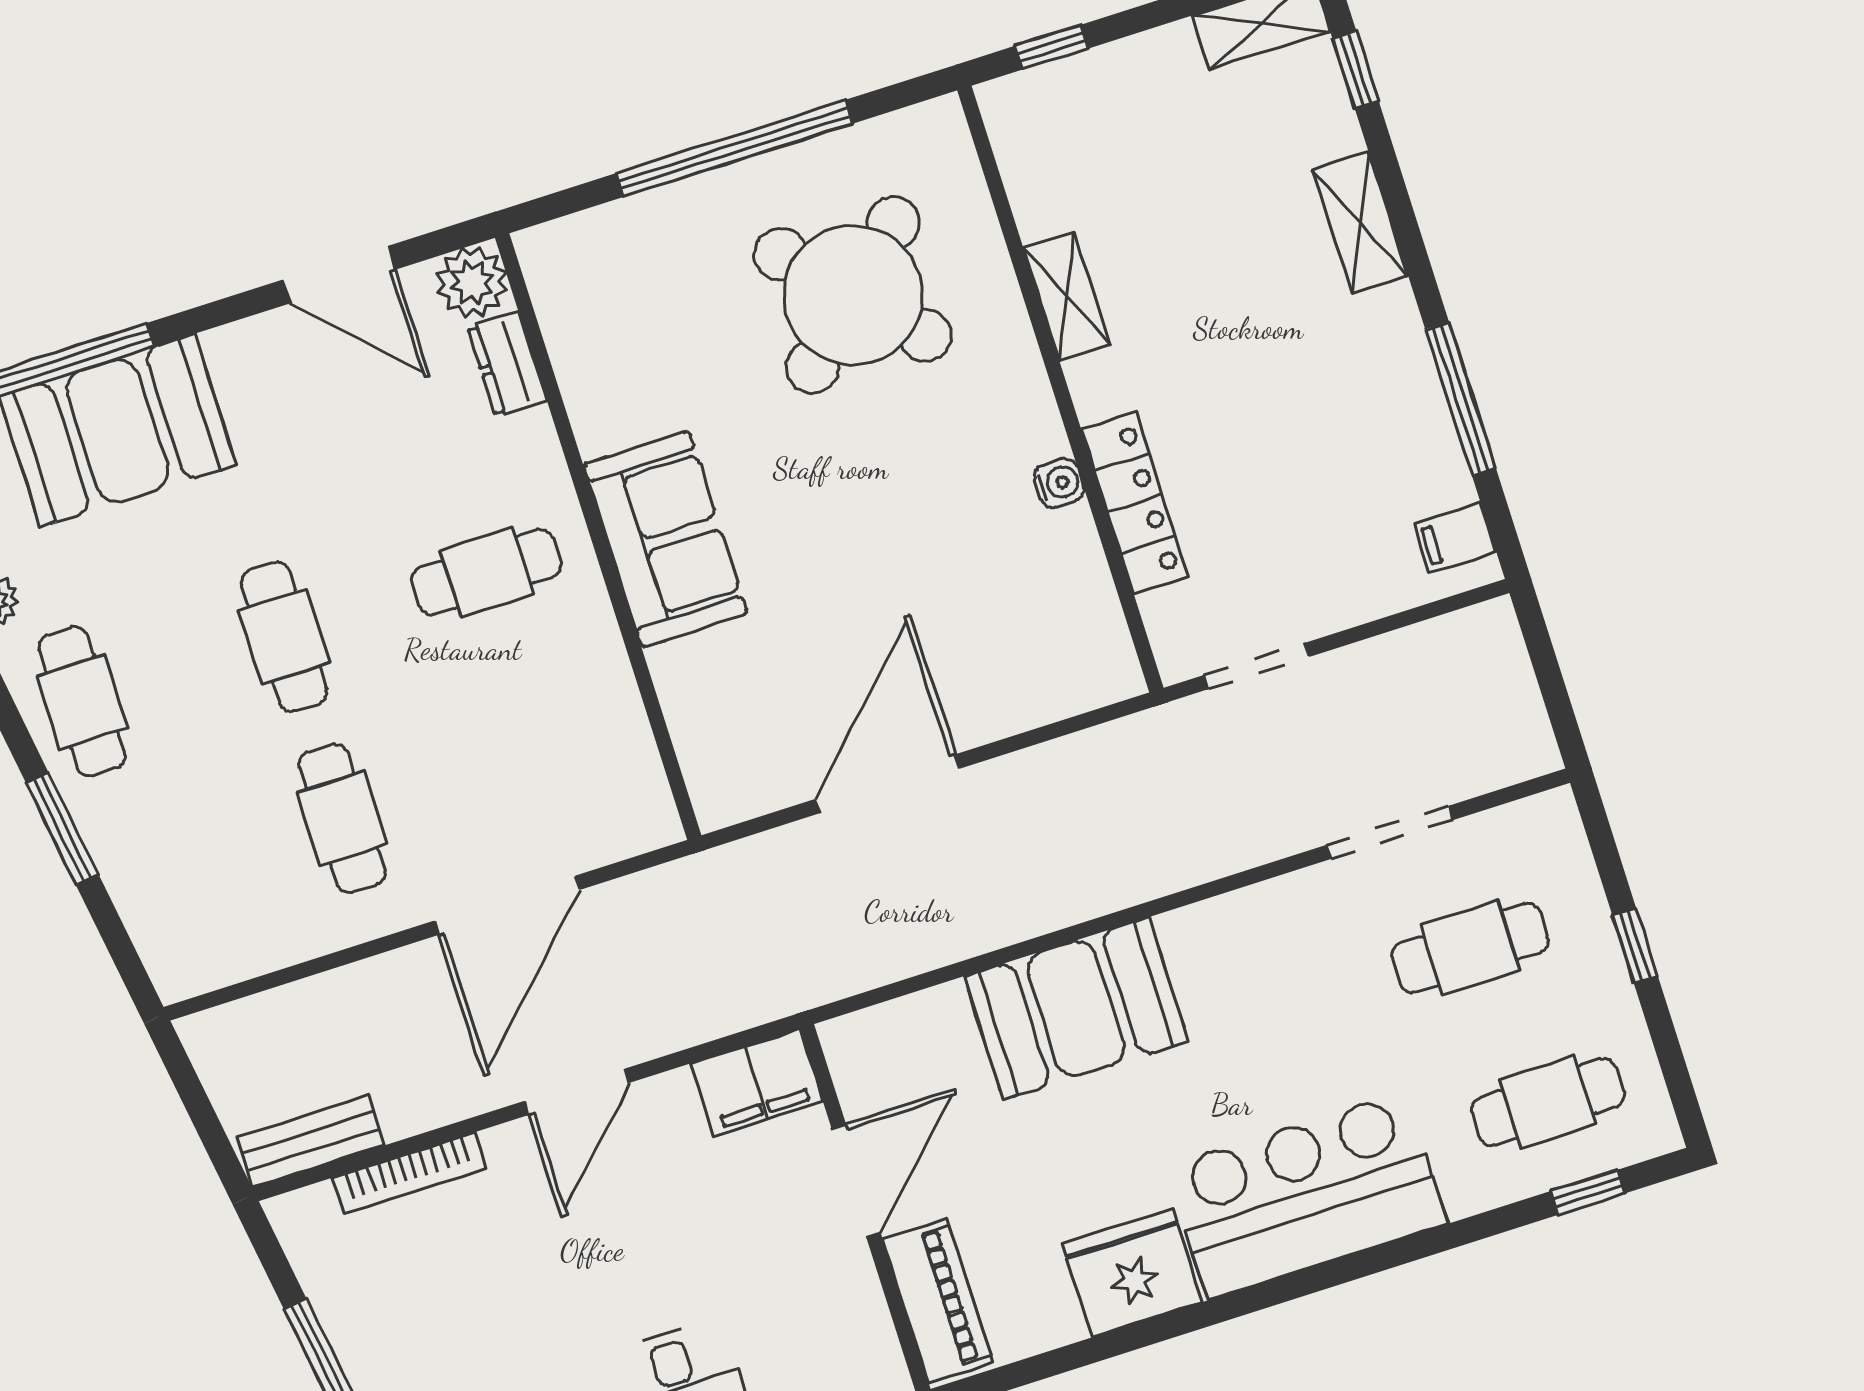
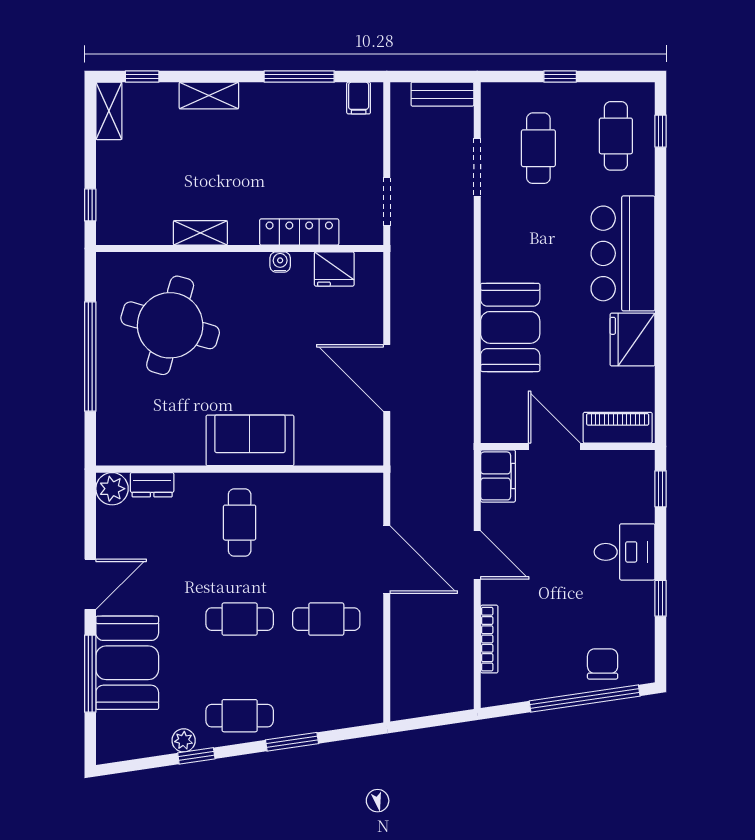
door: (339, 275) -> (90, 584), moved
round table: (853, 295) -> (170, 325), turned -31
fridge: (1081, 601) -> (334, 269), added
bench: (311, 1141) -> (442, 94), moved, turned 90

